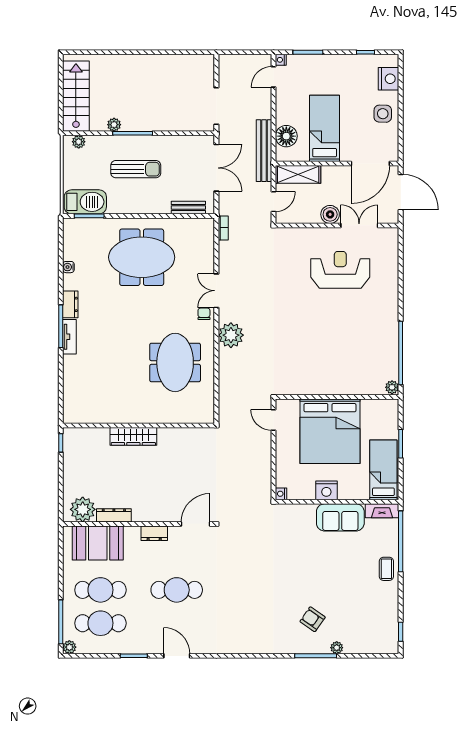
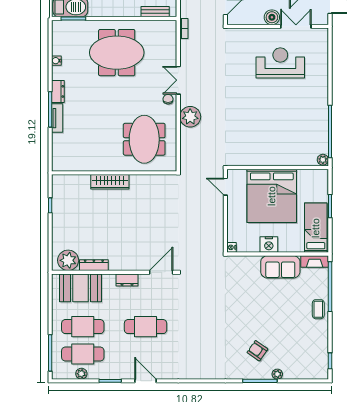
wall: (139, 426) -> (114, 173), moved
wardrobe: (133, 436) -> (110, 182), moved
plant: (69, 647) -> (81, 374), moved

